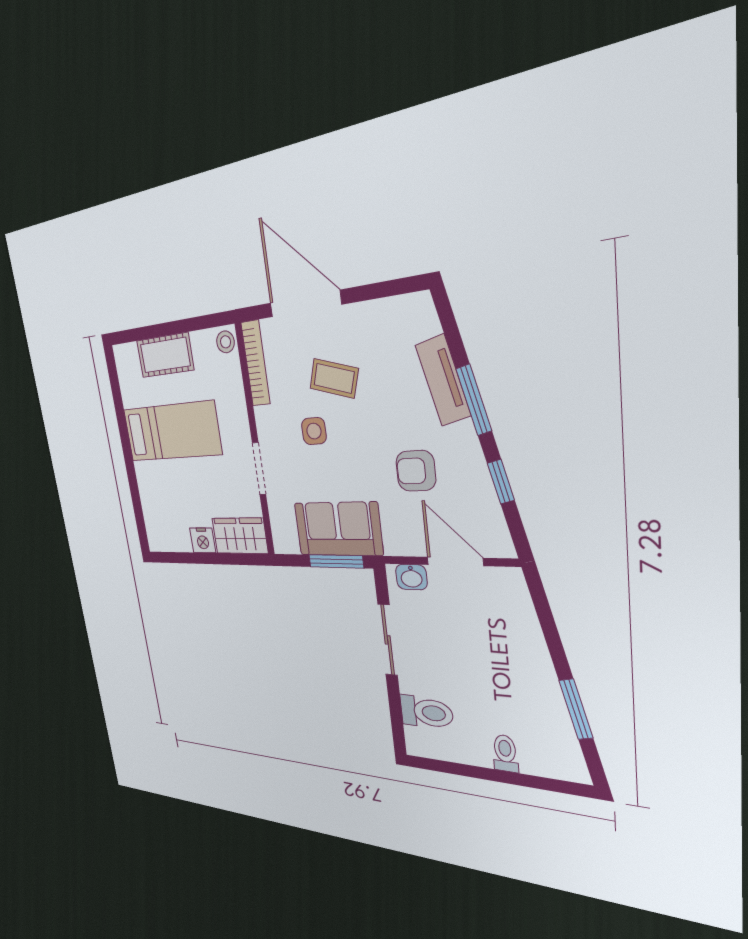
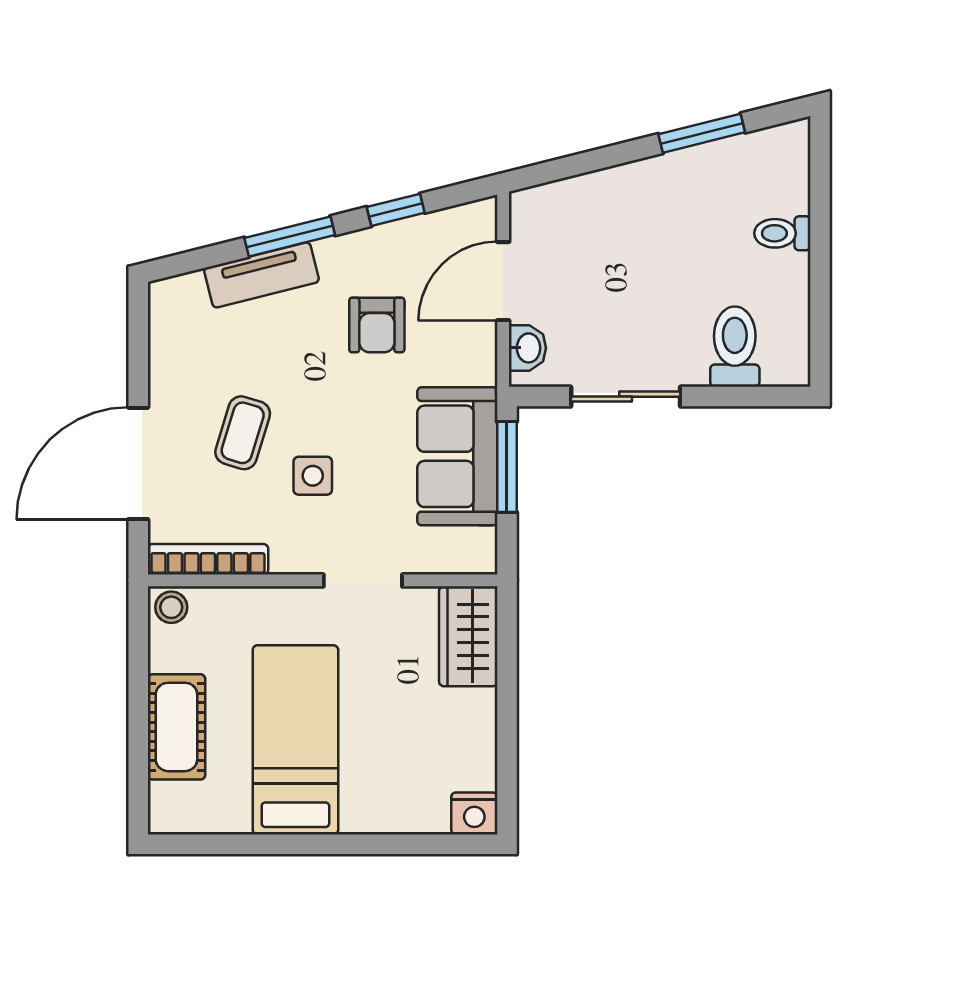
nightstand: (203, 540) -> (474, 813), moved, turned 90

